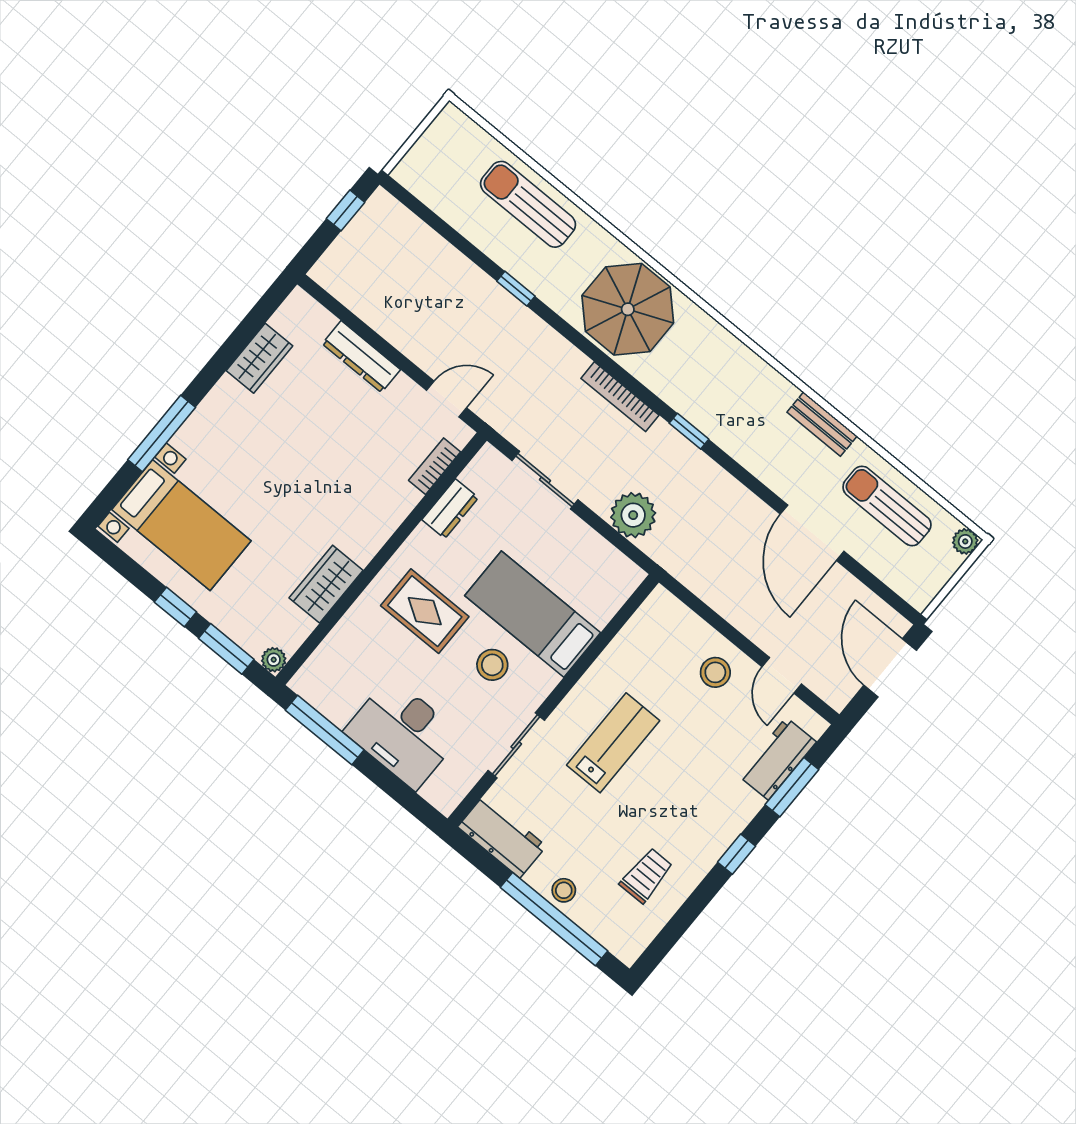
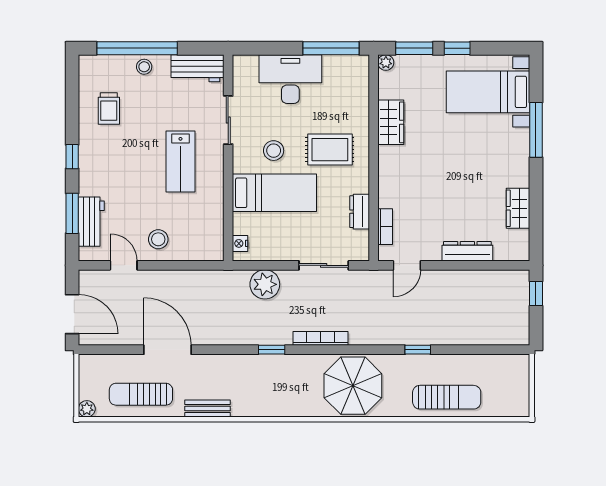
window: (346, 210) -> (536, 294), moved
sun lounger: (887, 506) -> (141, 394), turned 180
nightstand: (623, 588) -> (240, 243), added

